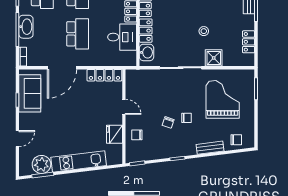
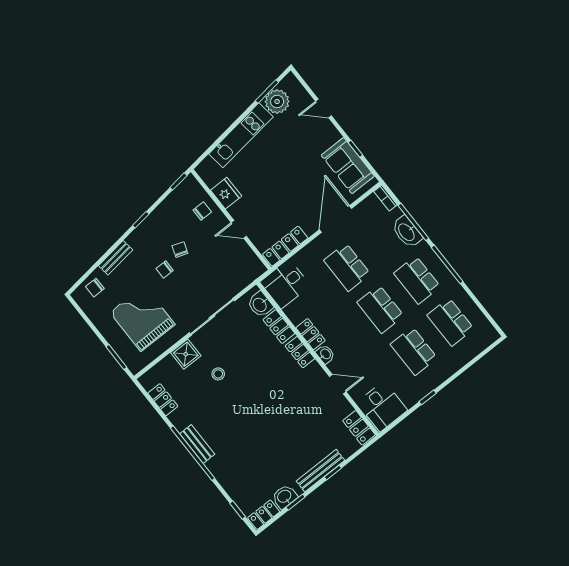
desk: (122, 37) -> (285, 284), moved
grand piano: (223, 99) -> (142, 318), turned 180
door: (17, 139) -> (323, 108), hinge flipped

